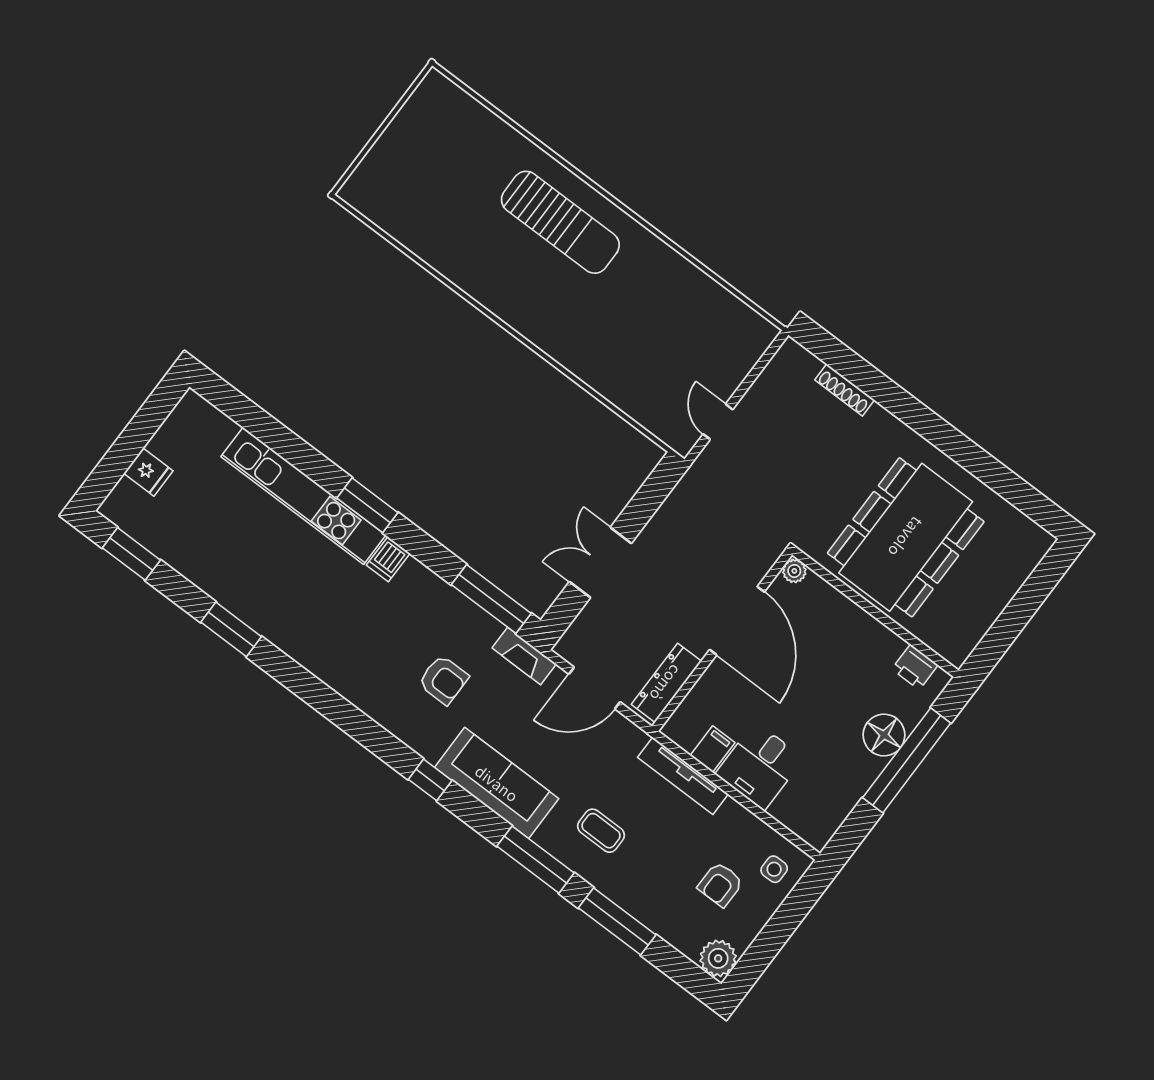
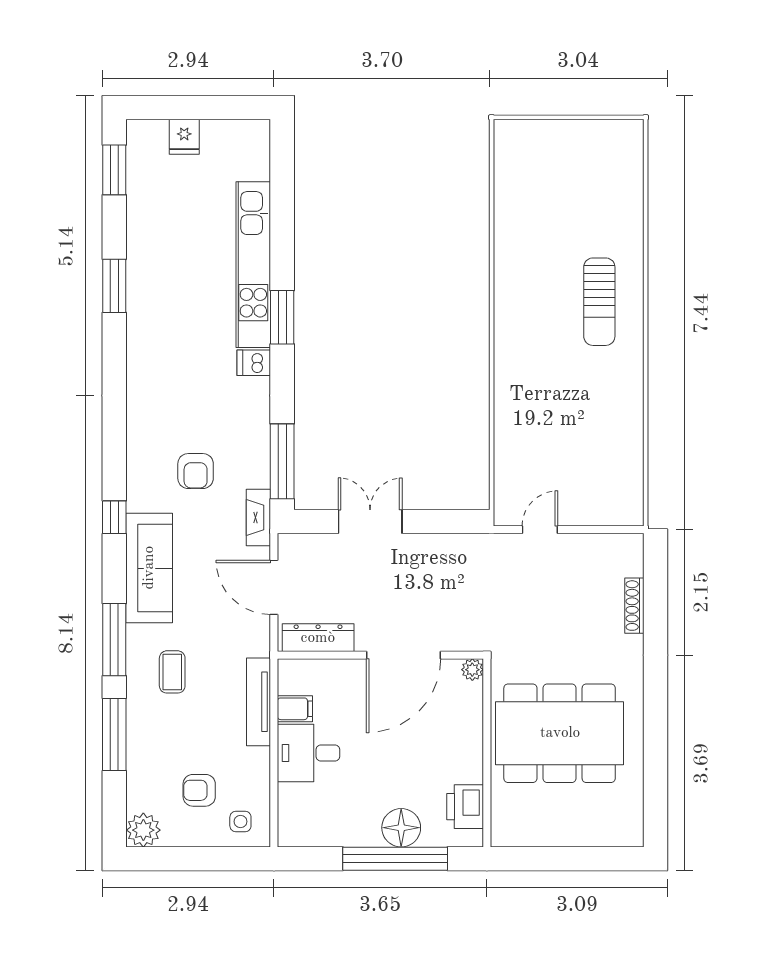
sun lounger: (560, 222) -> (599, 302), width x0.73, depth x0.75
printer: (915, 667) -> (465, 807), width x1.36, depth x1.24

